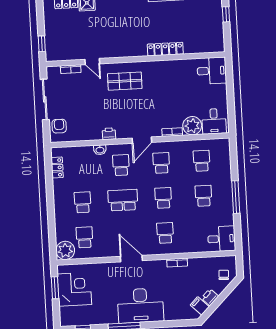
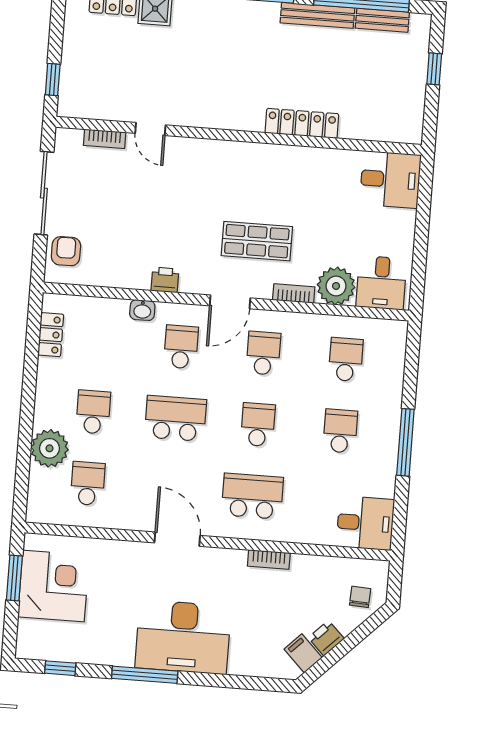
shop shelf: (125, 81) -> (257, 241), moved
school desk: (165, 233) -> (252, 496), width x1.85
plant: (65, 250) -> (50, 448), moved

